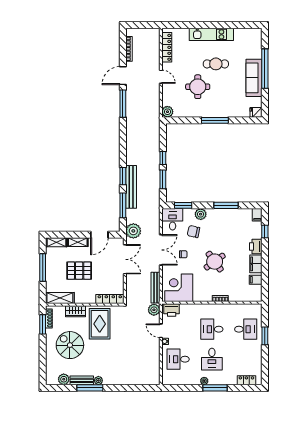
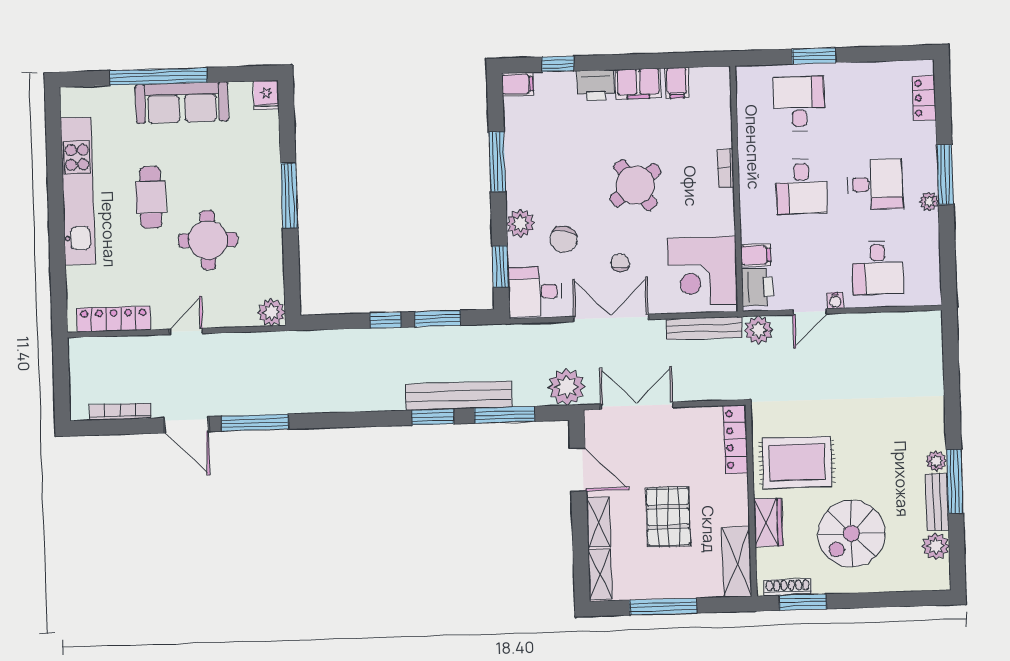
kitchen unit: (211, 34) -> (78, 191), width x1.36
filing cabinet: (185, 310) -> (756, 255), added

